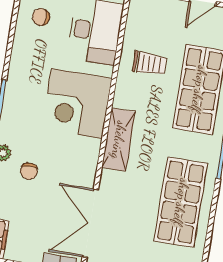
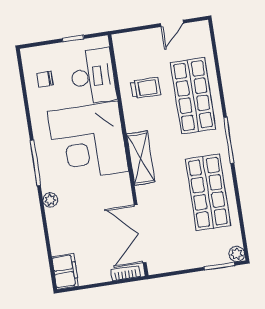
corner desk: (77, 104) -> (88, 141), width x1.36, depth x1.36
chair: (29, 171) -> (76, 208), removed

